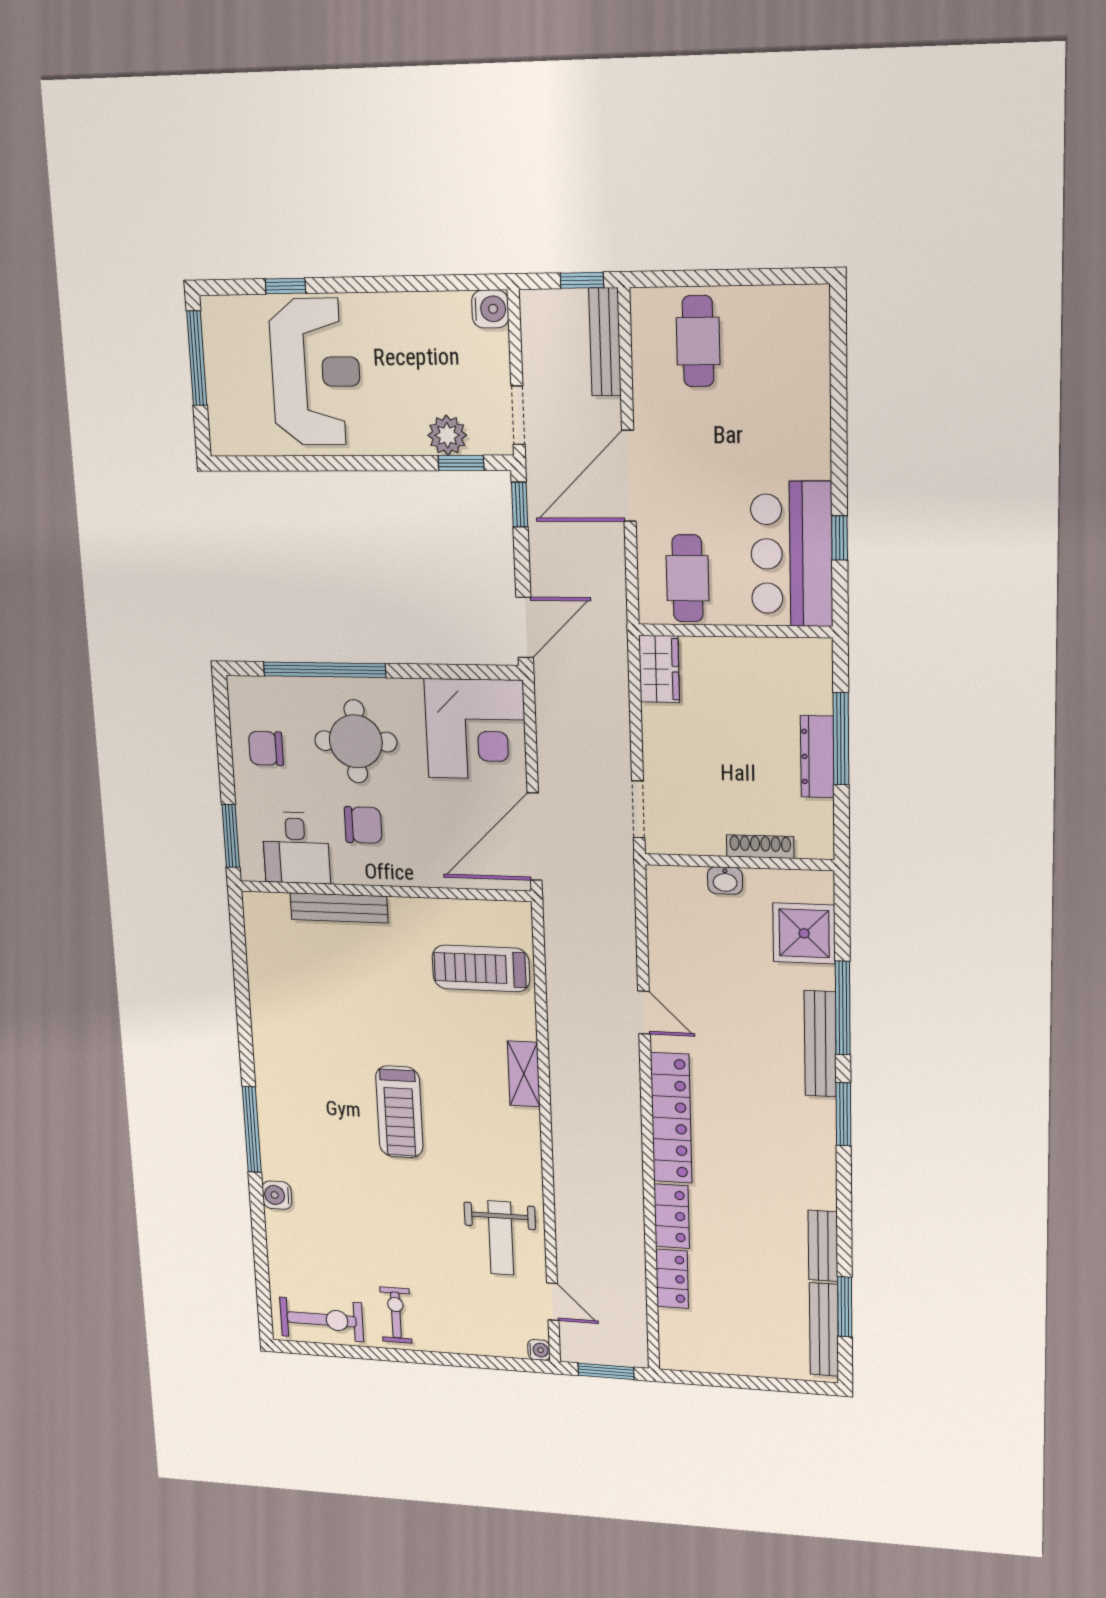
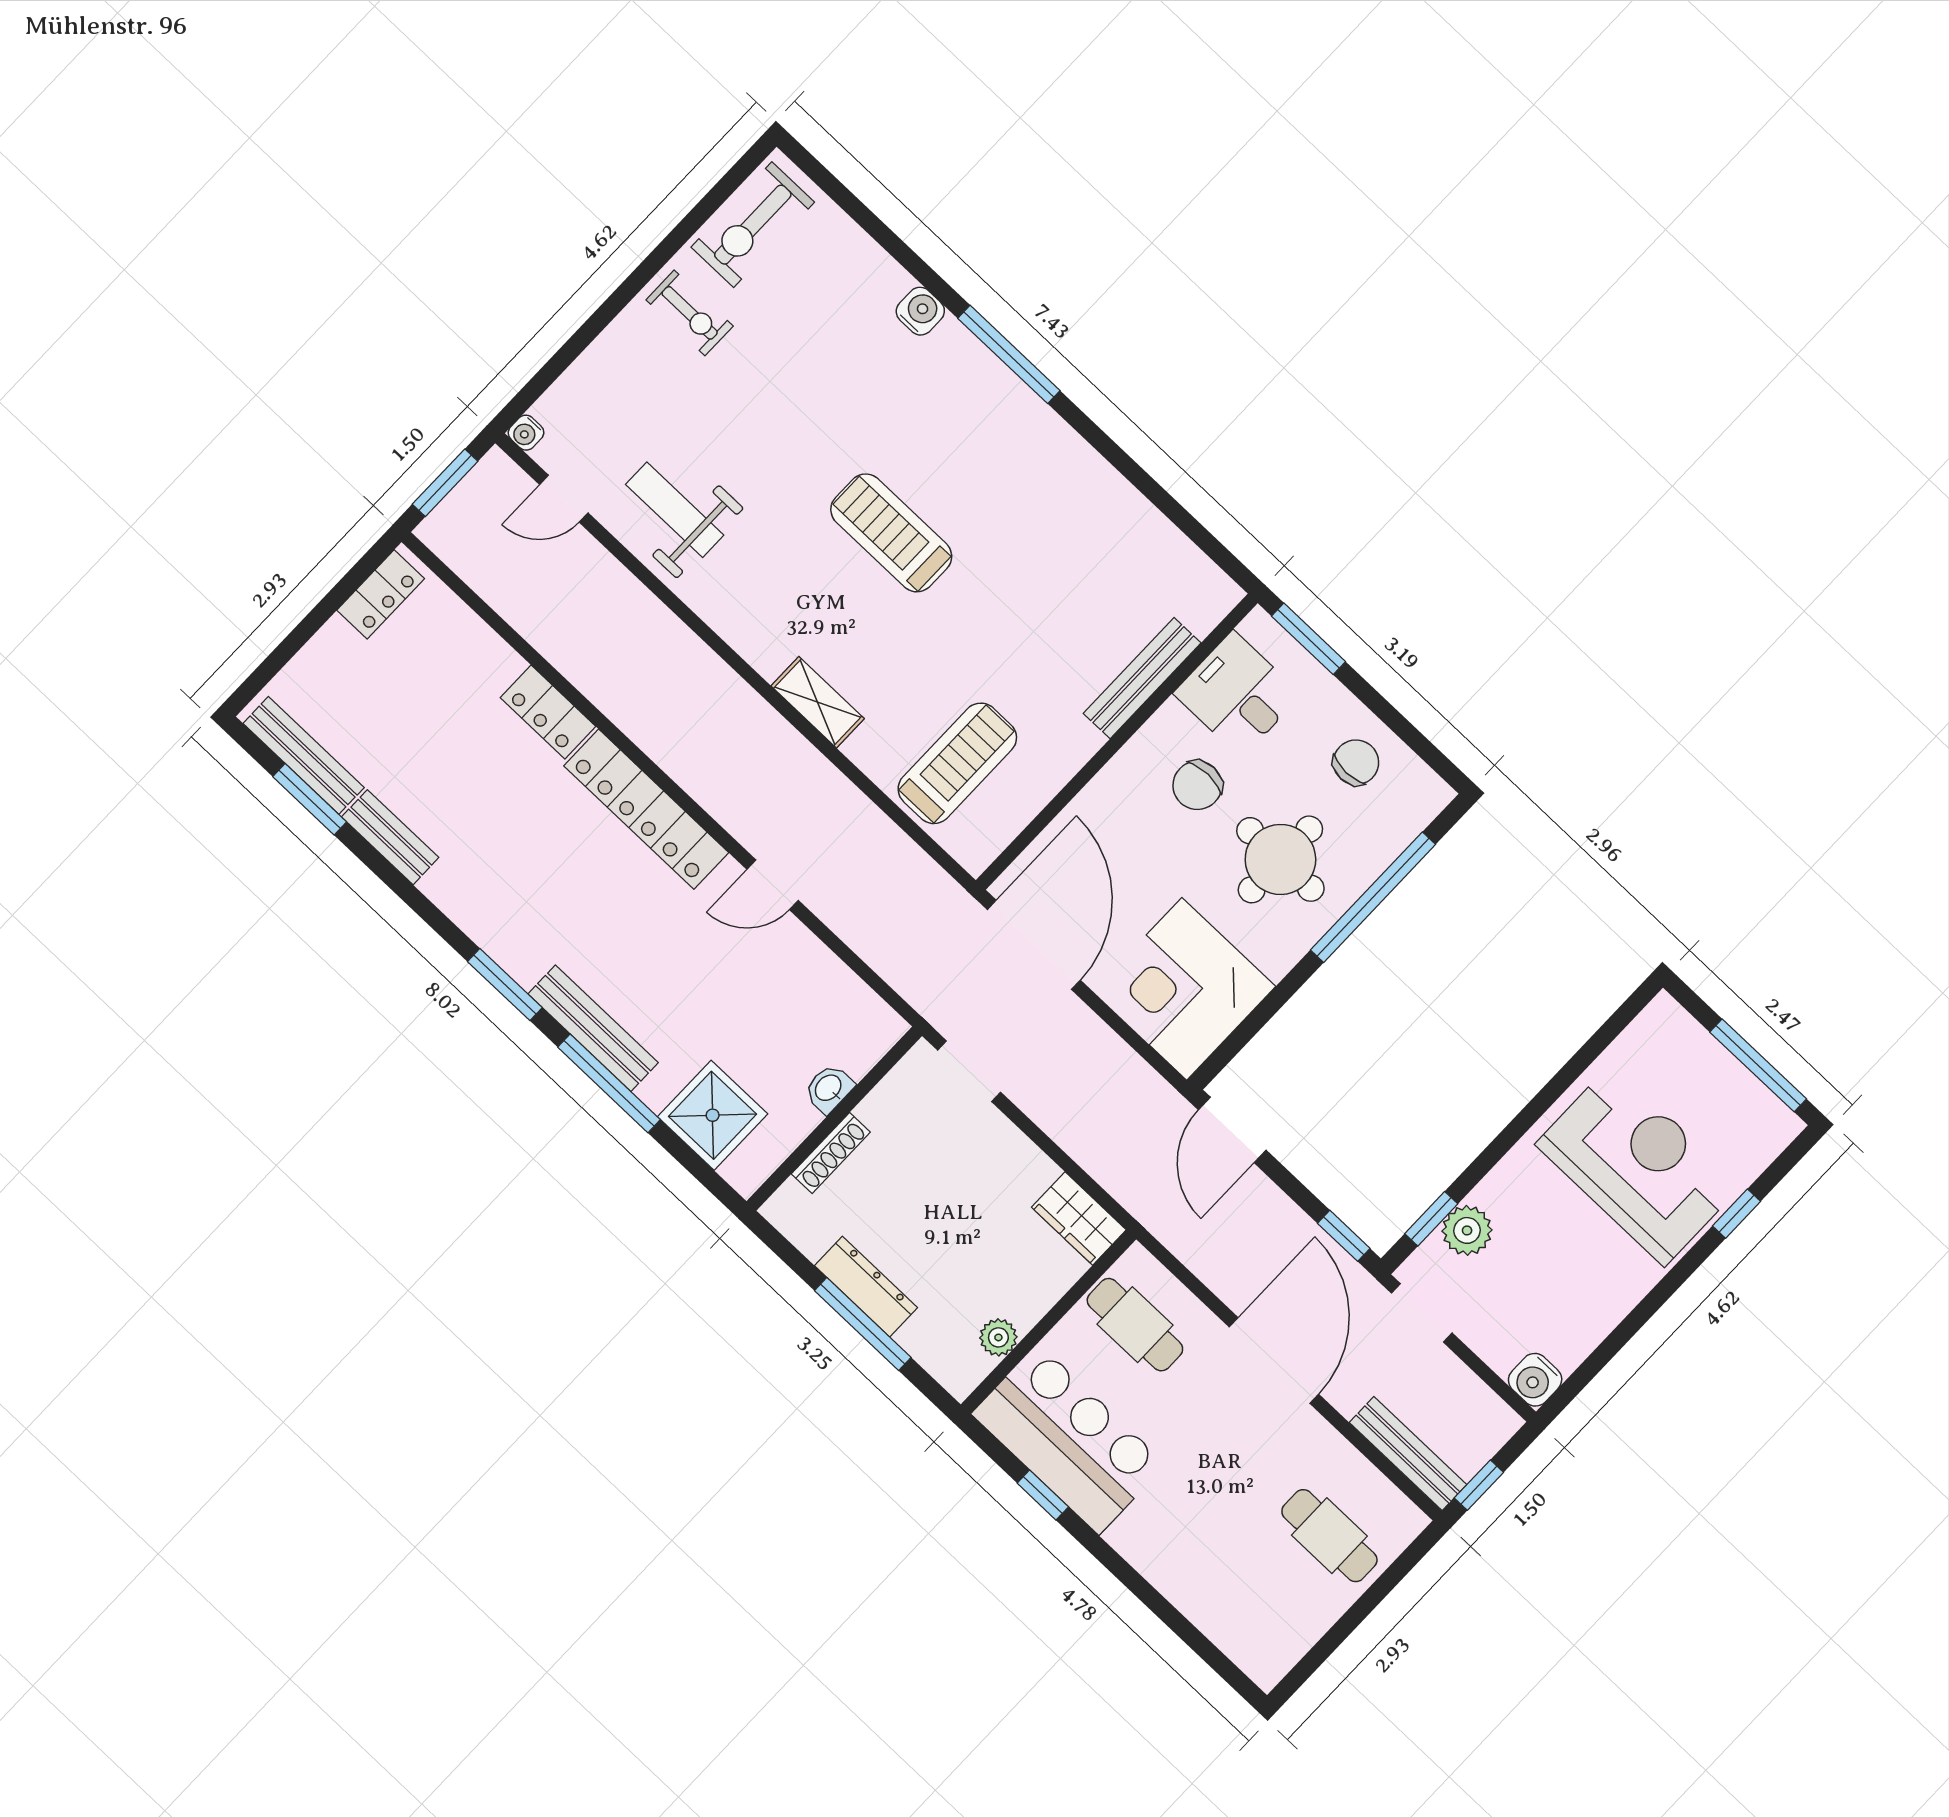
reception desk: (316, 372) -> (1638, 1165), turned 180
plant: (772, 652) -> (998, 1337), added
locker: (672, 1279) -> (381, 594), moved, turned -90

